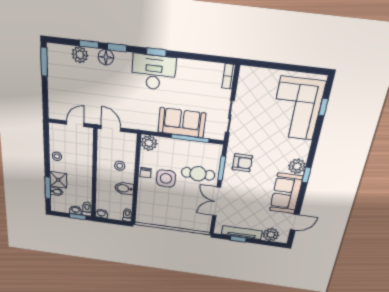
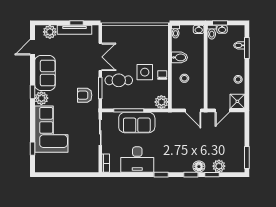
desk: (154, 72) -> (137, 160), moved
corner sofa: (297, 109) -> (51, 129), moved
shower: (58, 180) -> (237, 101), moved

